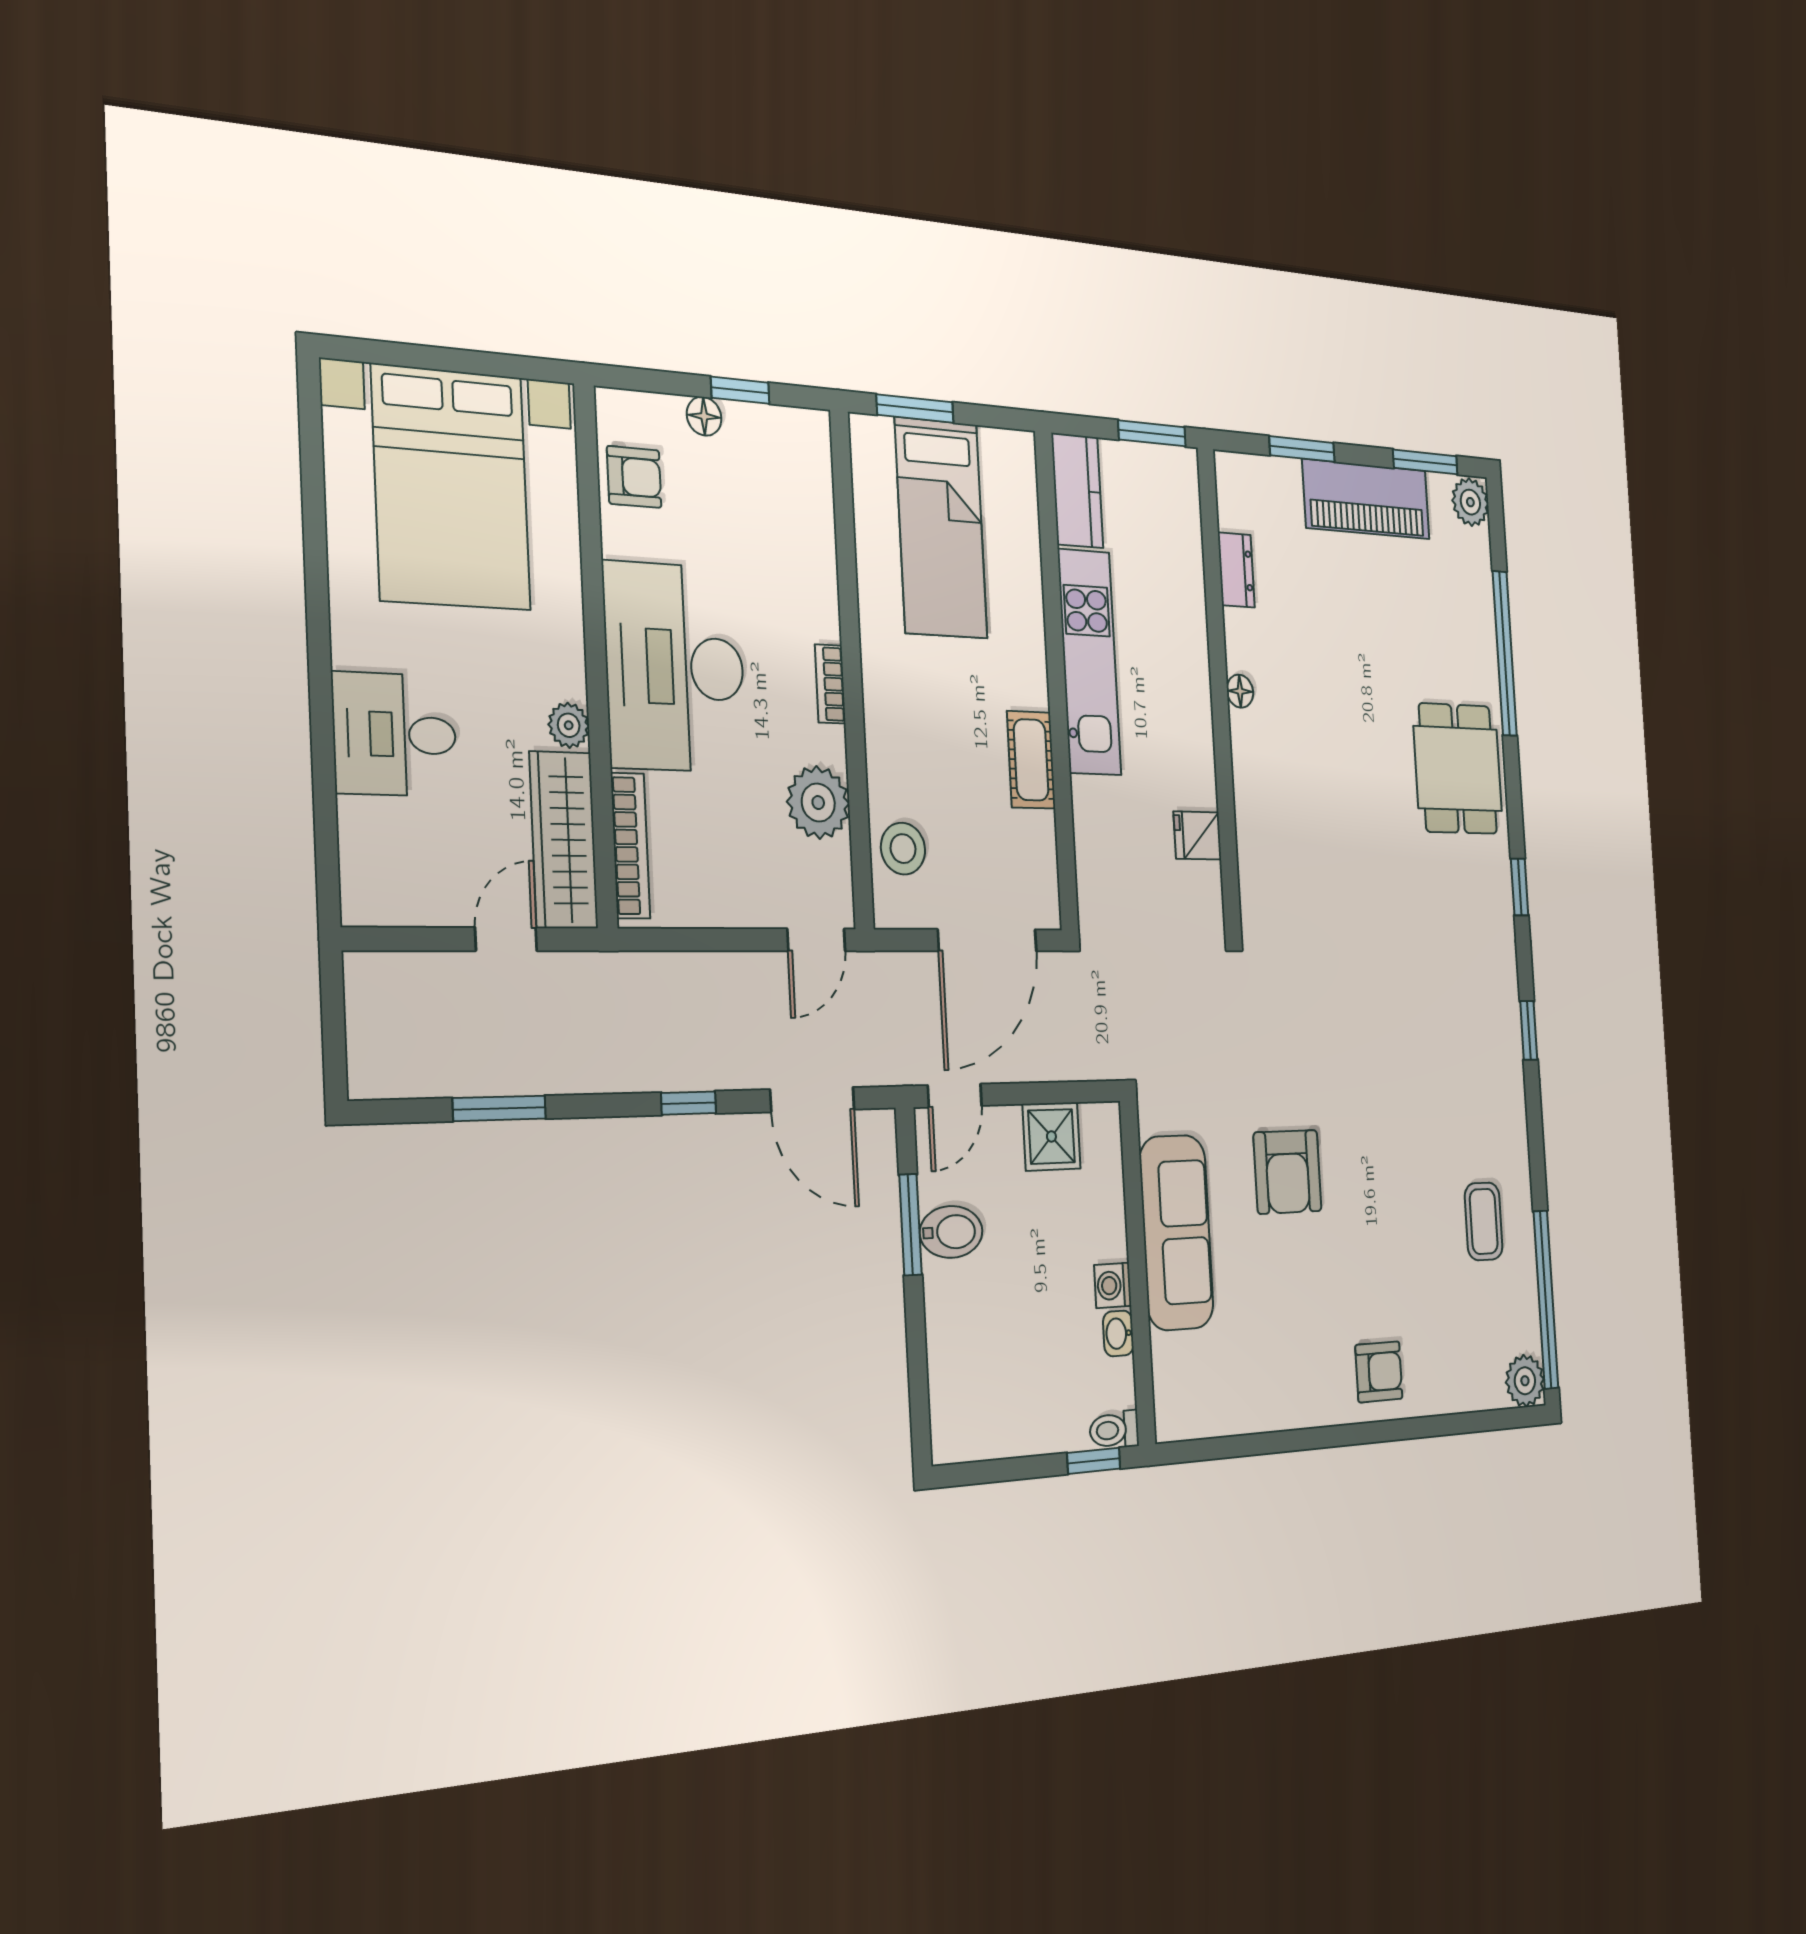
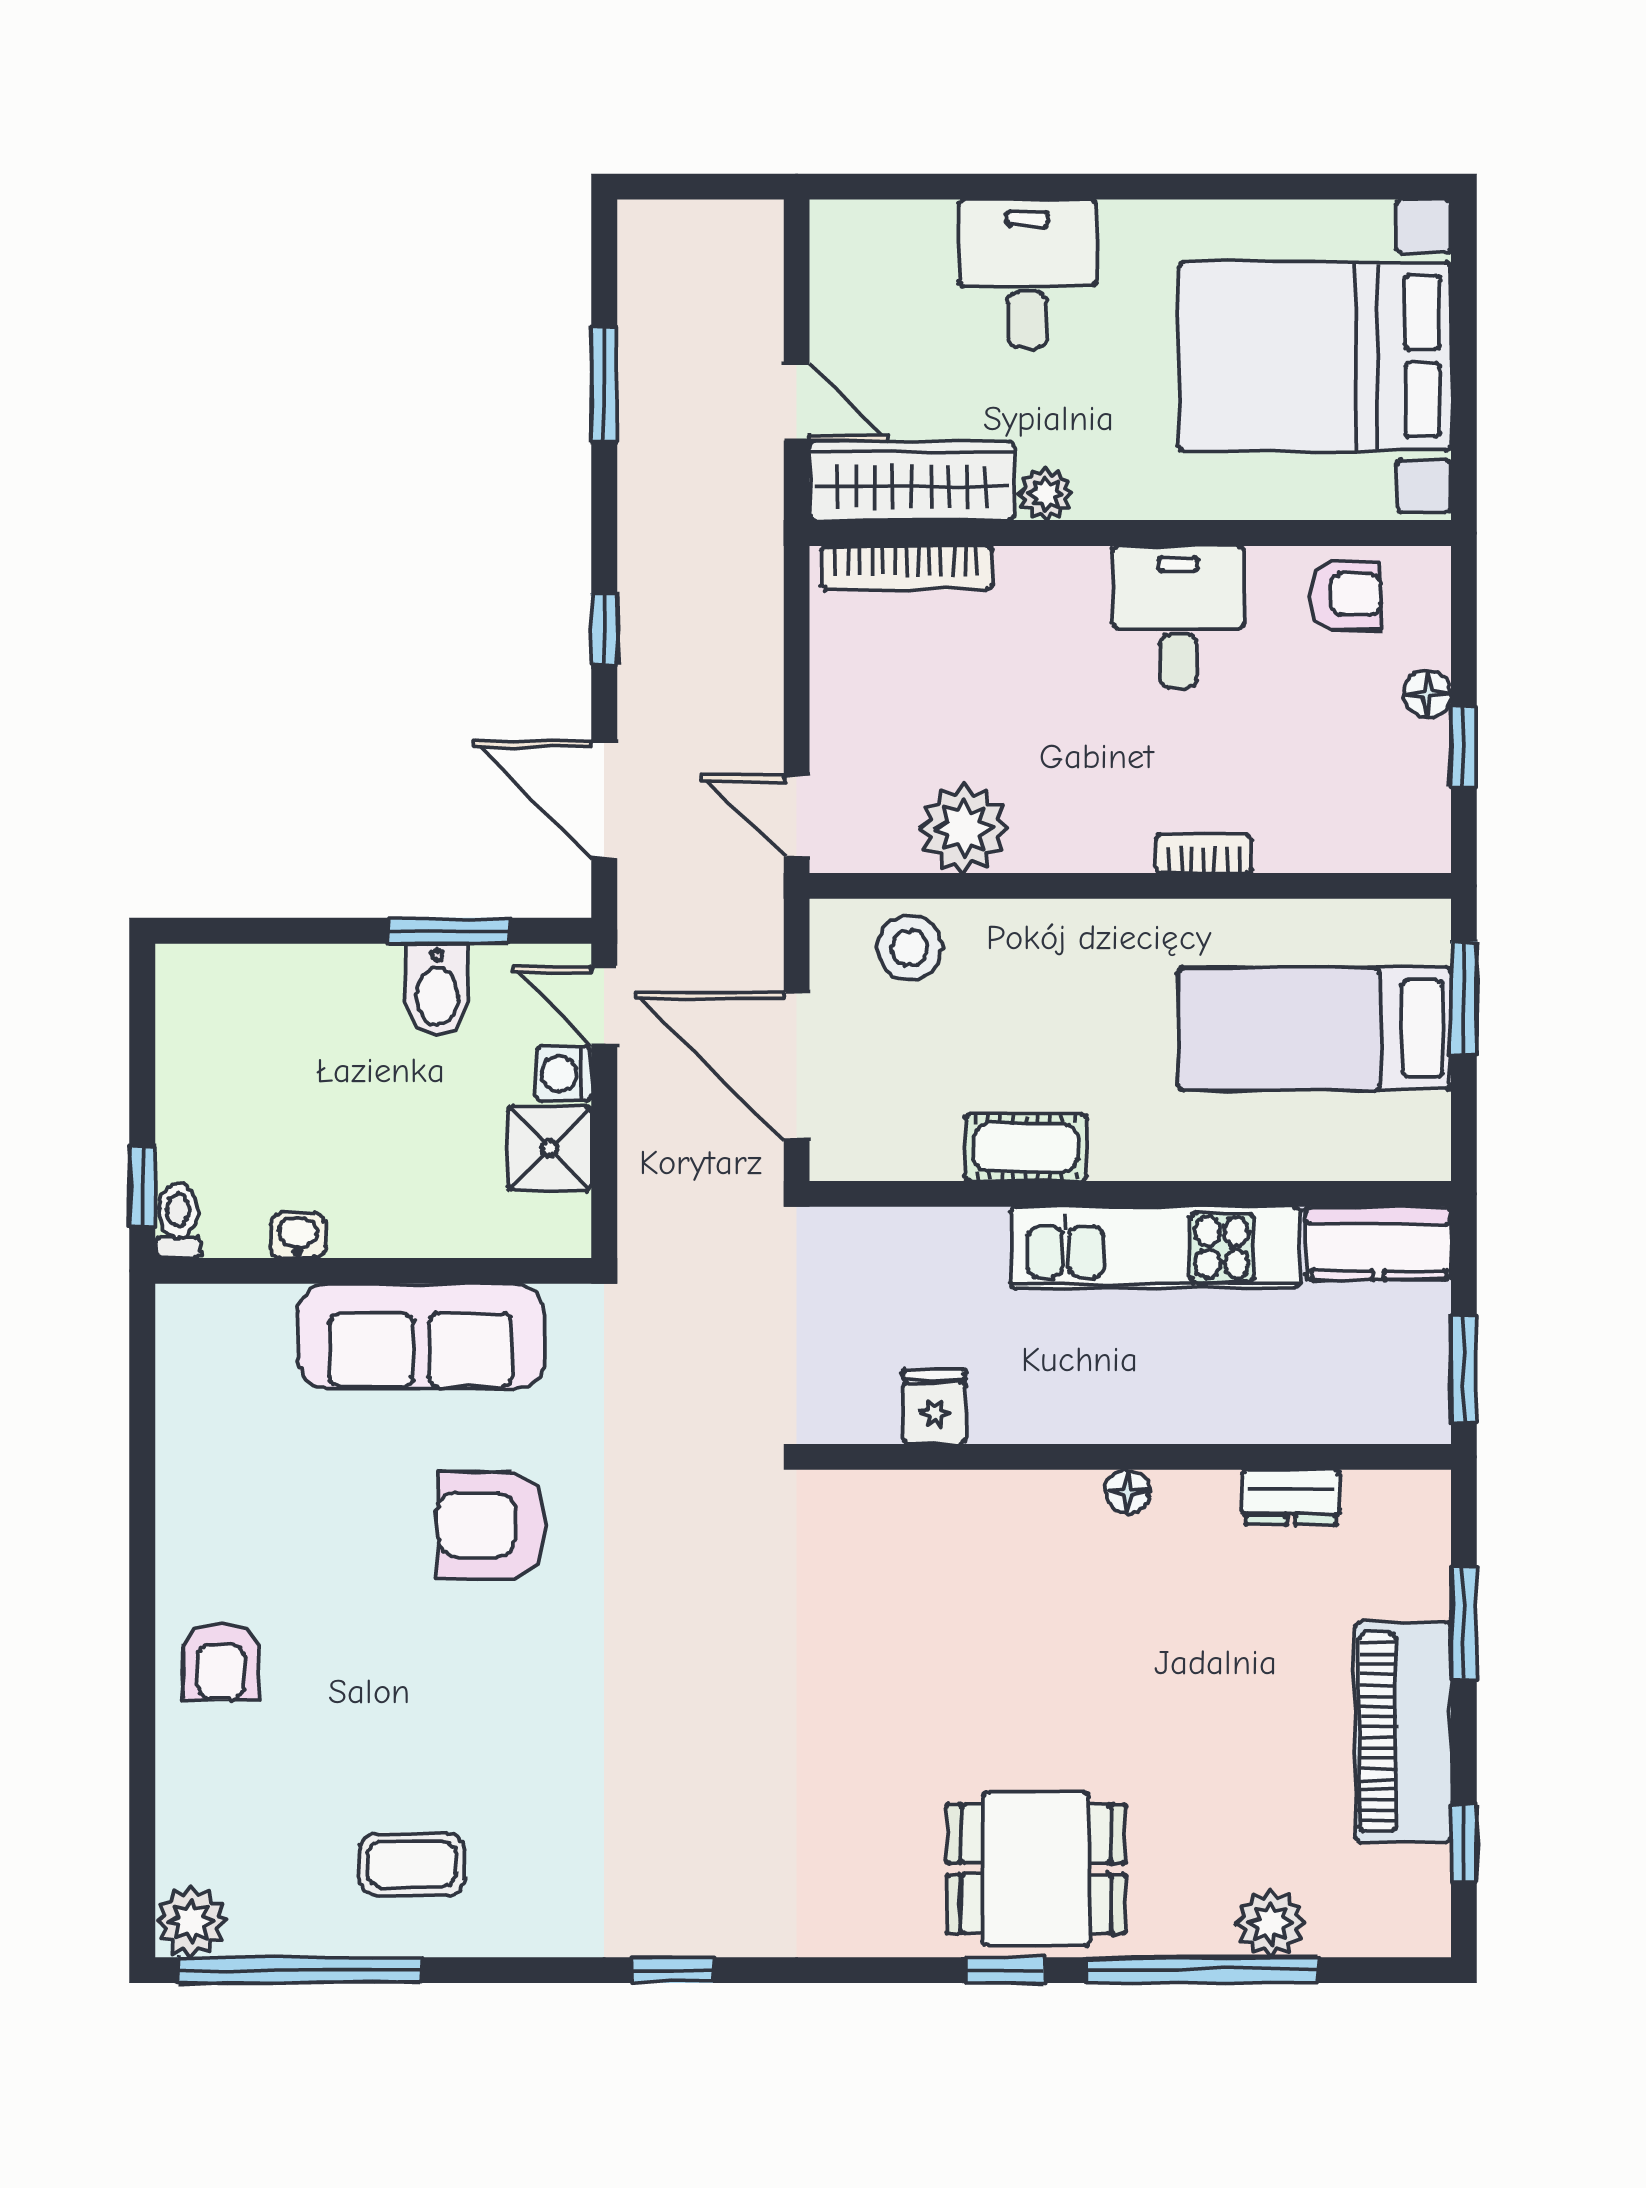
window: (1425, 462) -> (1464, 1844), width x0.67
armchair: (634, 477) -> (1346, 595), turned -90
plant: (1470, 502) -> (1271, 1923), moved
desk: (675, 667) -> (1178, 617), width x0.53, depth x0.77
bookcase: (830, 684) -> (1204, 854), moved
window: (1520, 887) -> (1005, 1970), moved
door: (812, 1100) -> (604, 800), hinge flipped
washing machine: (1113, 1285) -> (564, 1074), moved, turned -90

